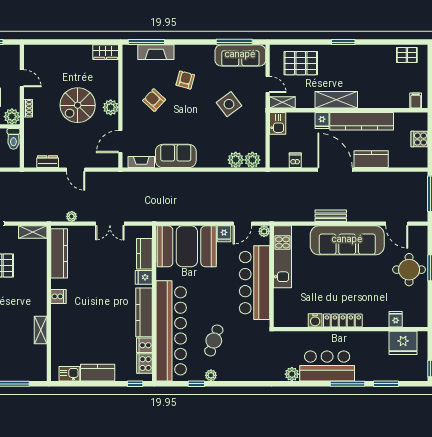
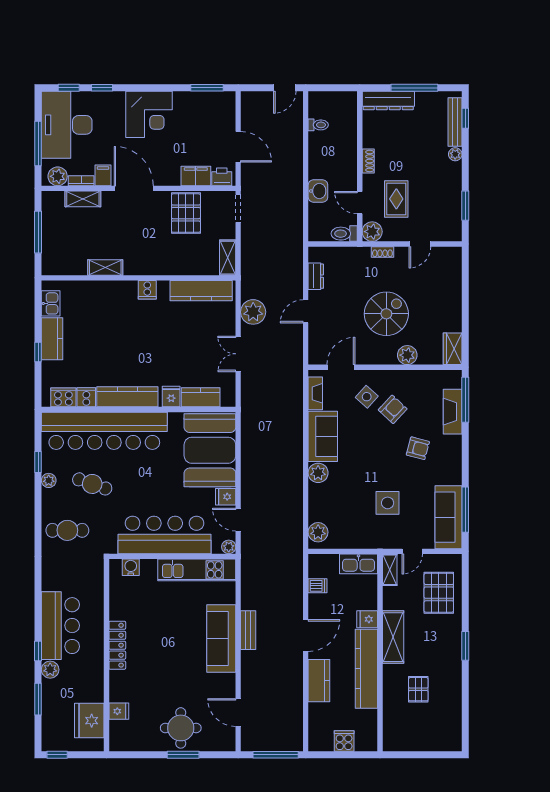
pallet: (407, 55) -> (418, 689), moved
filing cabinet: (416, 101) -> (392, 736), removed
side table: (229, 104) -> (388, 503), turned 37
spiral stairs: (78, 105) -> (386, 314), turned 90
plant: (111, 107) -> (407, 355), moved
side table: (144, 121) -> (367, 397), added
kitchen sink: (278, 123) -> (359, 564), width x1.38
door: (120, 141) -> (341, 367), hinge flipped
plant: (236, 160) -> (318, 473), moved
door: (335, 170) -> (306, 636), width x0.73
plant: (72, 216) -> (253, 312), width x1.88, depth x1.88
door: (397, 224) -> (238, 713), hinge flipped
sofa: (347, 240) -> (221, 639), width x0.74, depth x0.79
water cooler: (315, 320) -> (131, 567), moved, turned 90
cafe table: (251, 360) -> (67, 530), added
plant: (292, 374) -> (50, 670), moved
window: (135, 384) -> (38, 352), moved
window: (347, 384) -> (38, 651), width x0.46

